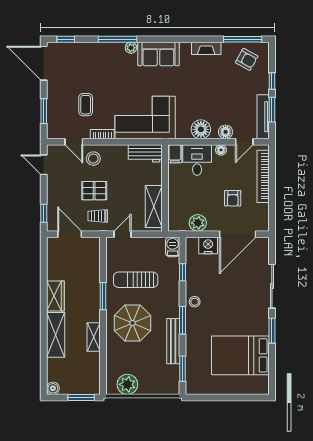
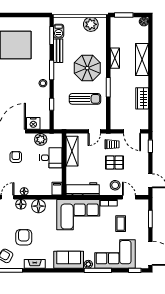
corner sofa: (93, 62) -> (115, 254), added
armchair: (222, 86) -> (24, 237), added
workbench: (145, 153) -> (83, 189), width x1.38
desk: (197, 160) -> (51, 158), moved, turned -90
barbecue: (173, 247) -> (59, 31), moved
wardrobe: (55, 296) -> (142, 98), moved
bench: (173, 341) -> (58, 51), width x0.73

